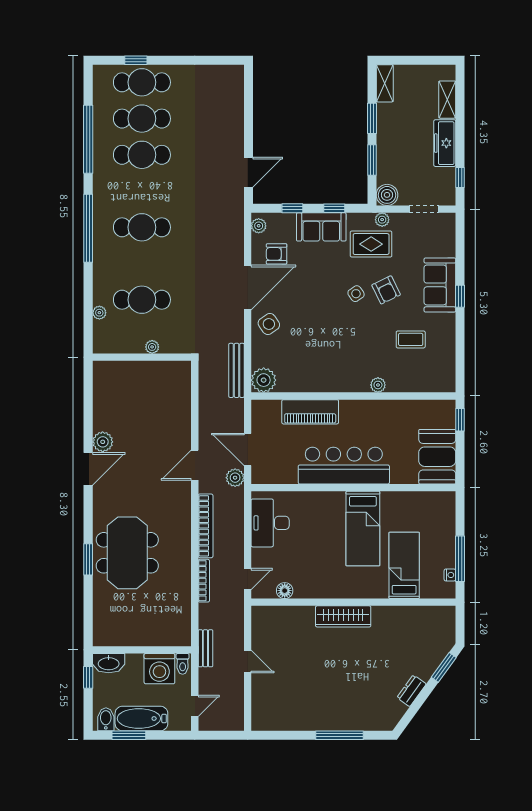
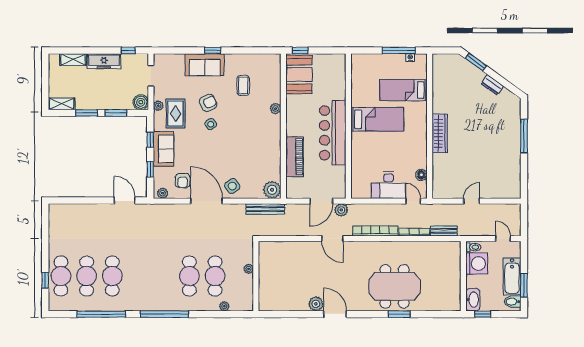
cafe table: (142, 227) -> (189, 276), moved
booth: (437, 457) -> (299, 74), moved, turned 90
desk: (270, 523) -> (389, 185), moved
bench: (205, 648) -> (444, 231), moved

